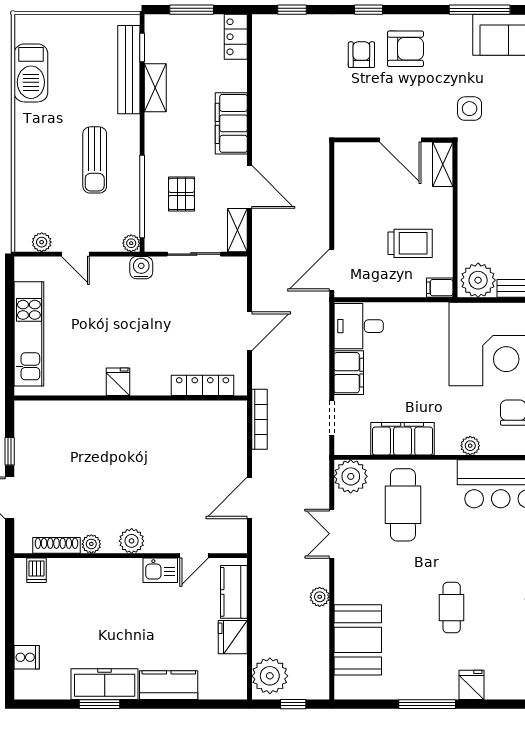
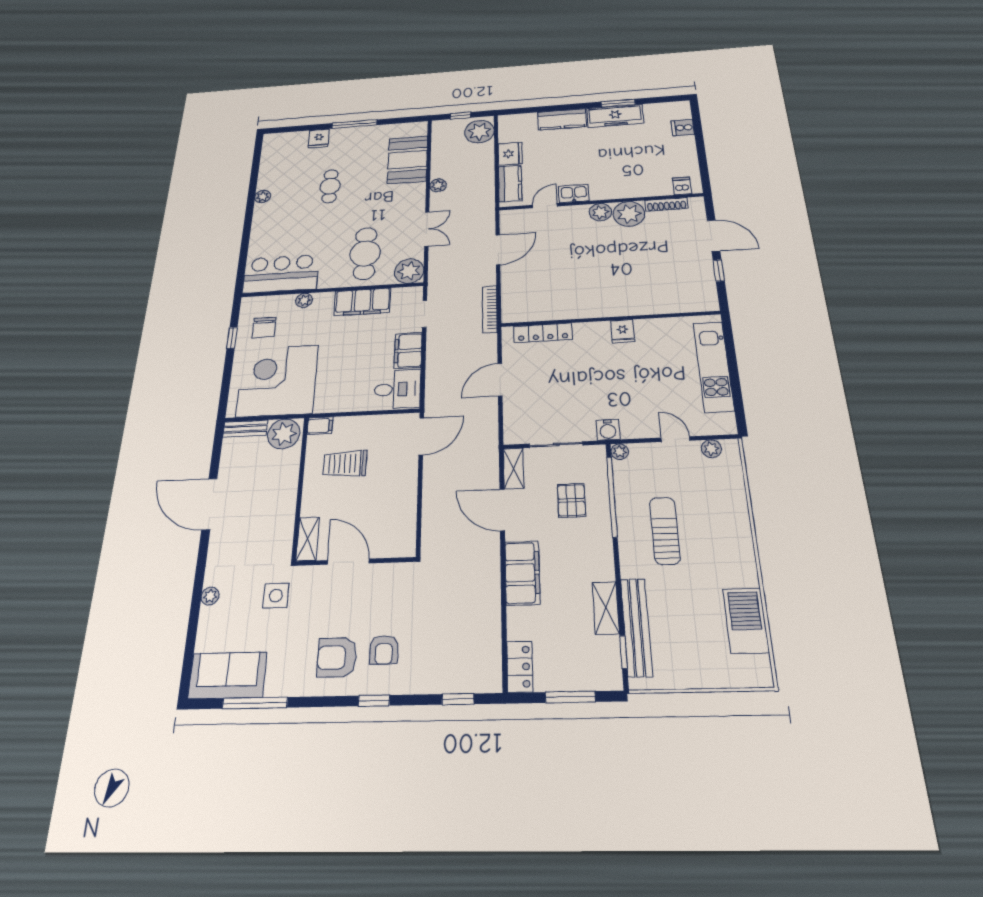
plant: (91, 544) -> (629, 214), width x1.88, depth x1.88

